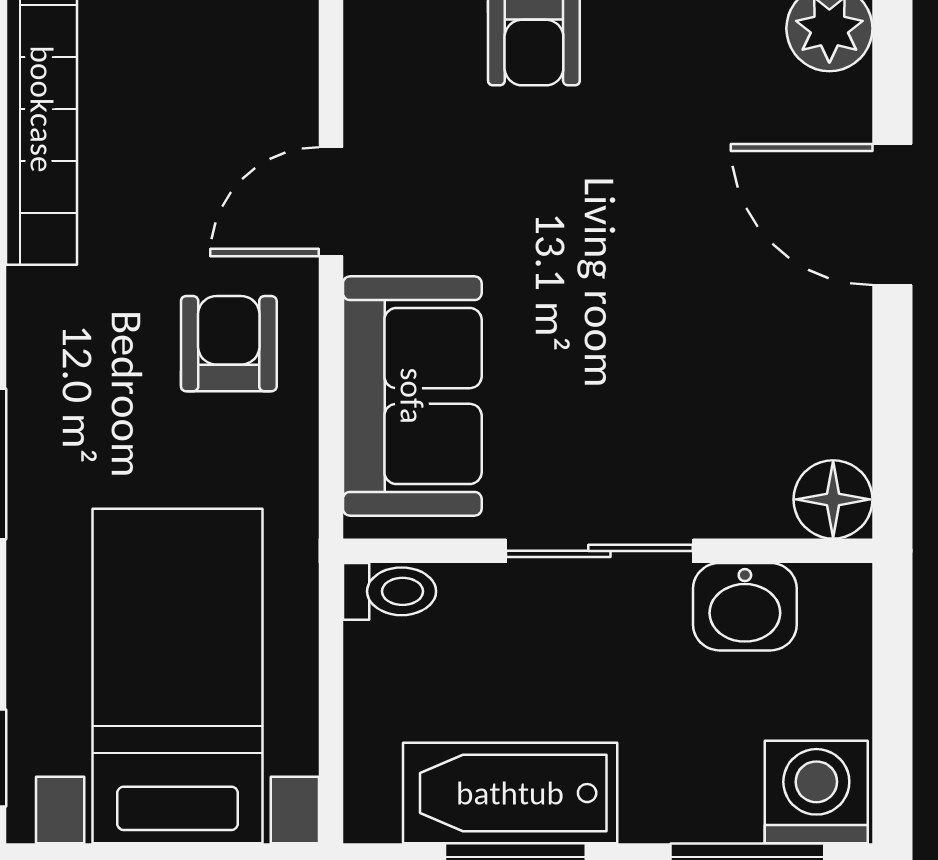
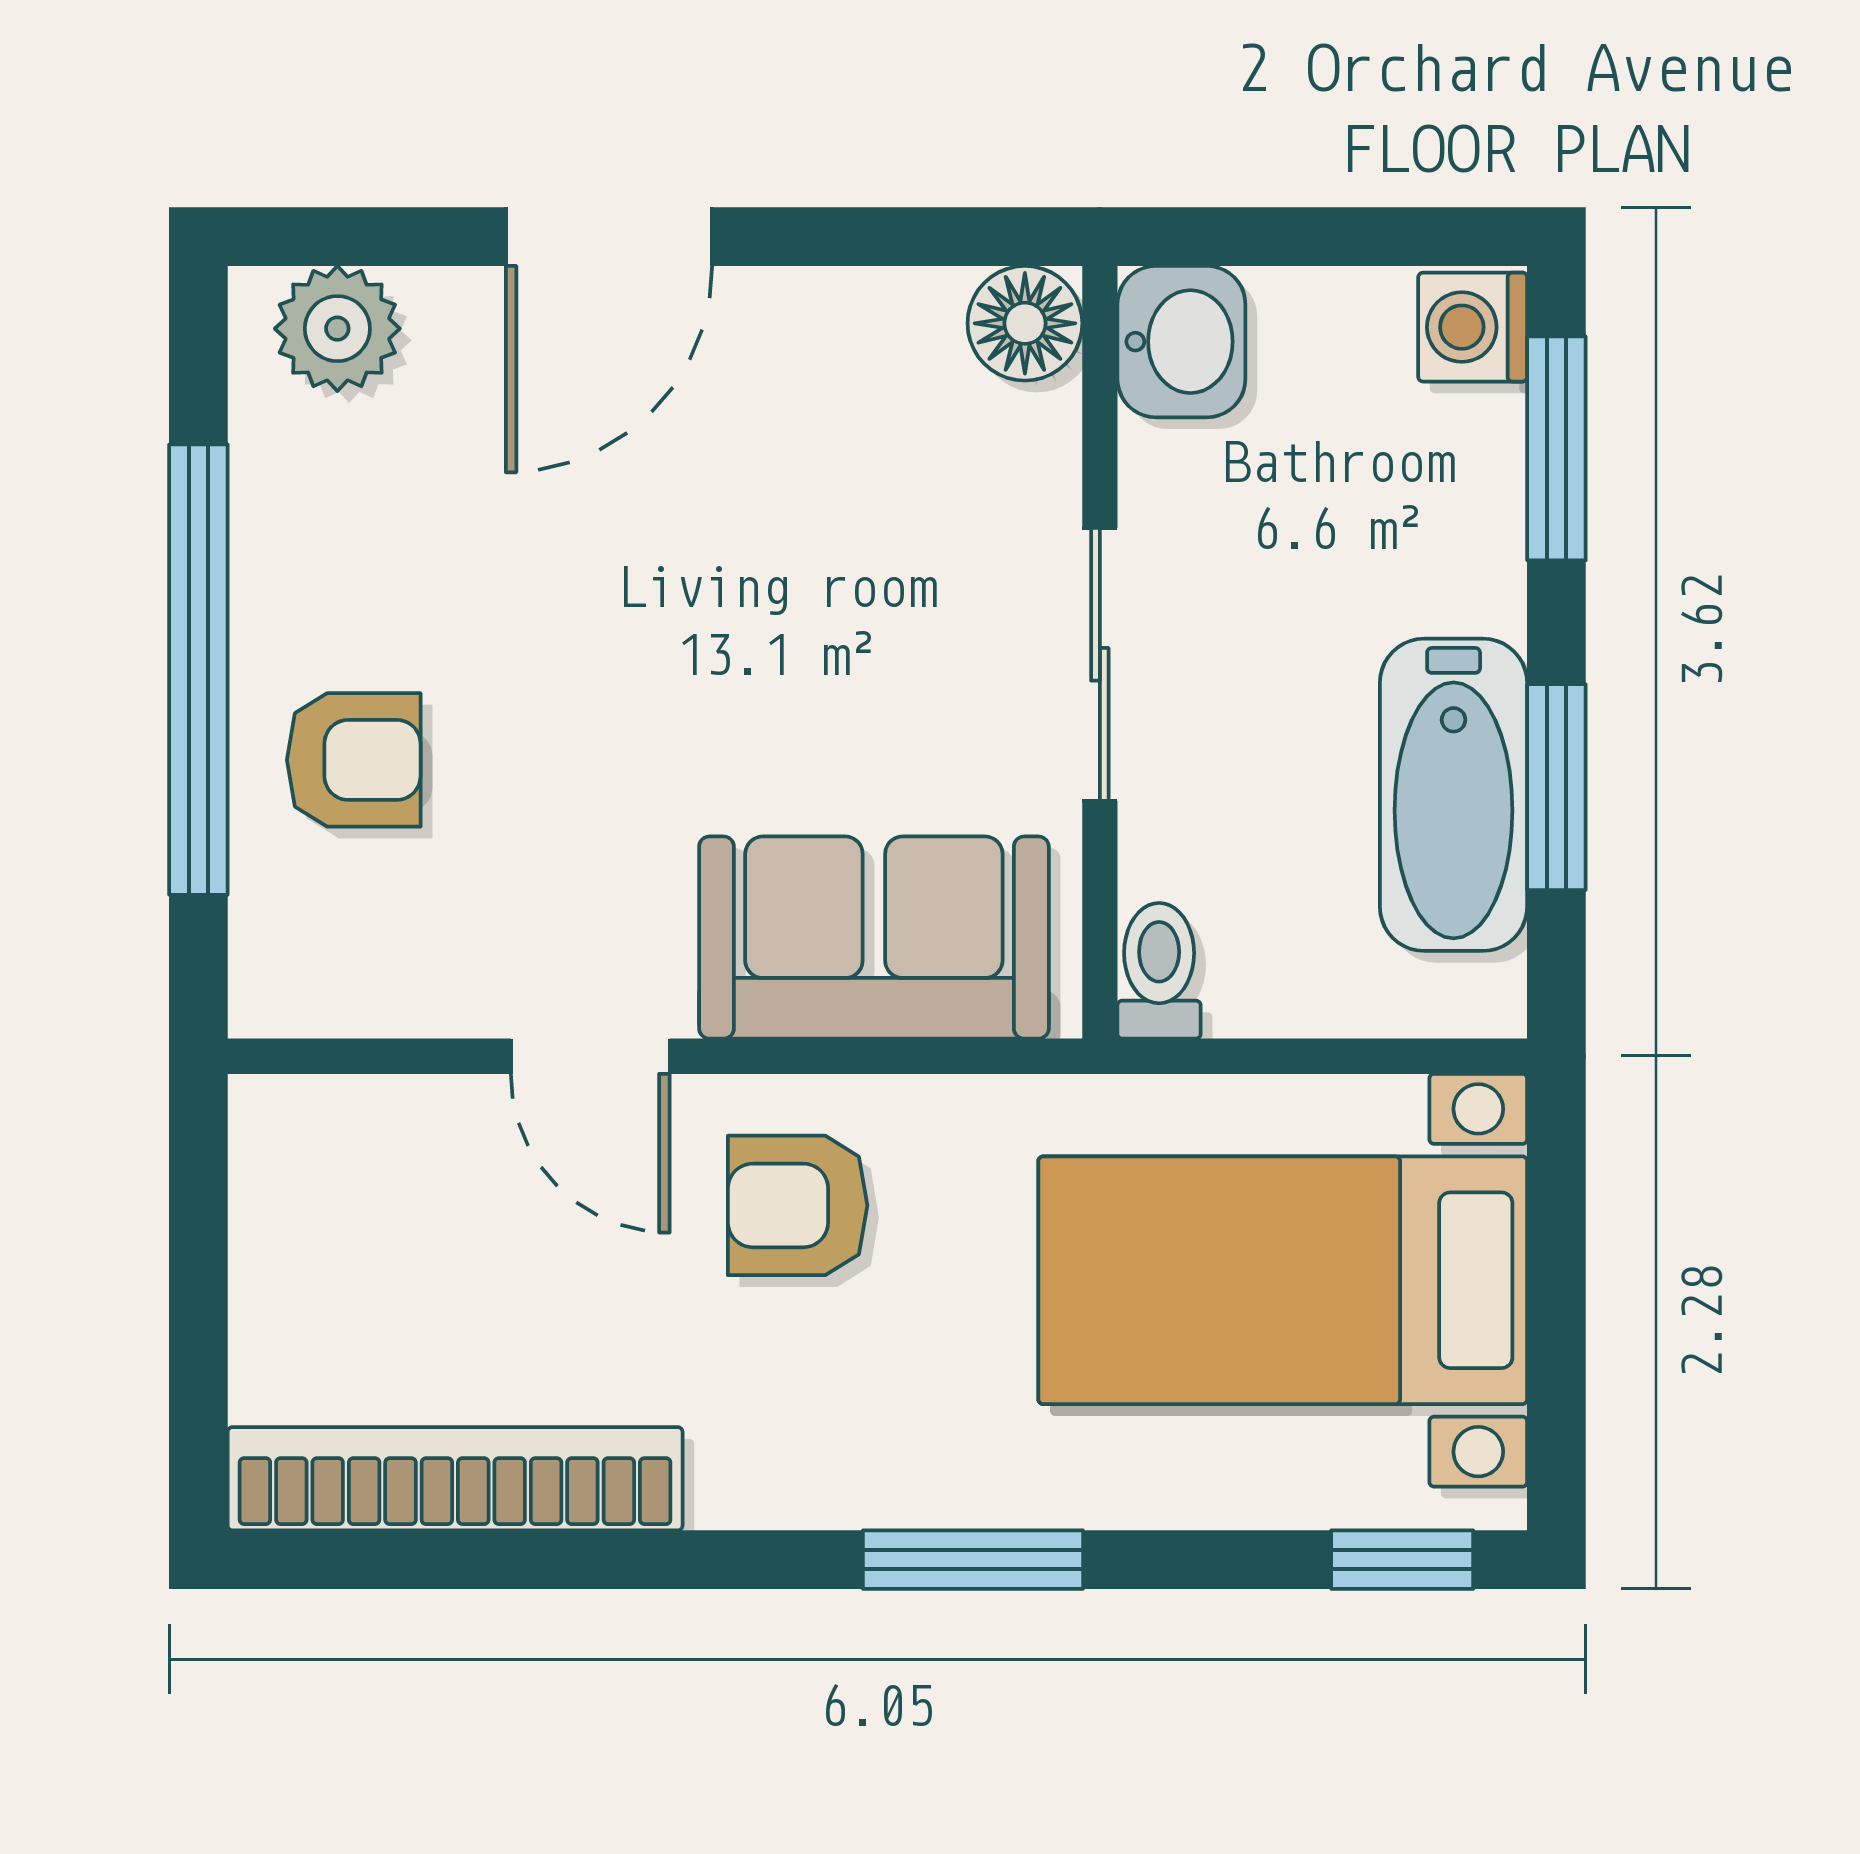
washbasin: (745, 607) -> (1181, 342), moved
washing machine: (816, 792) -> (1473, 327), width x0.73, depth x0.73

